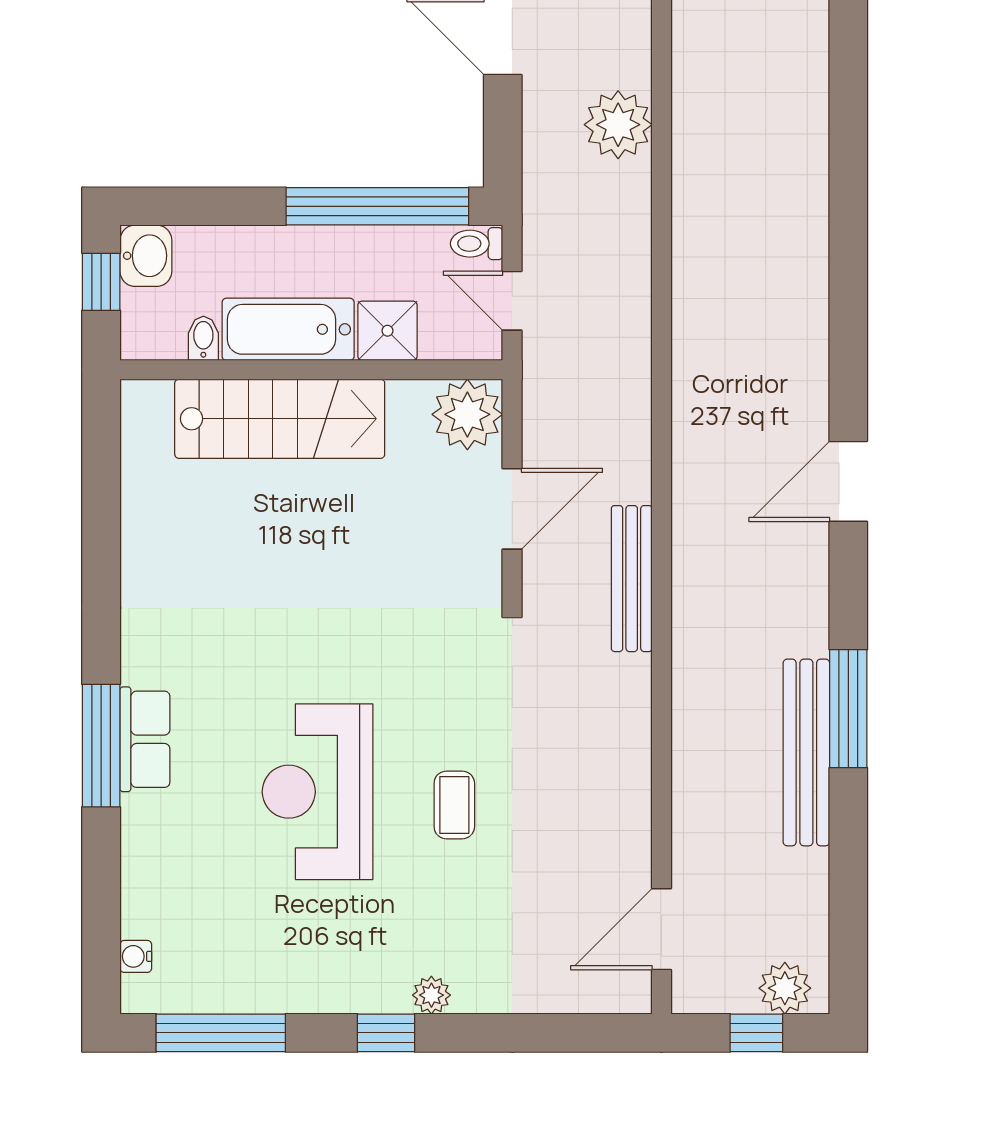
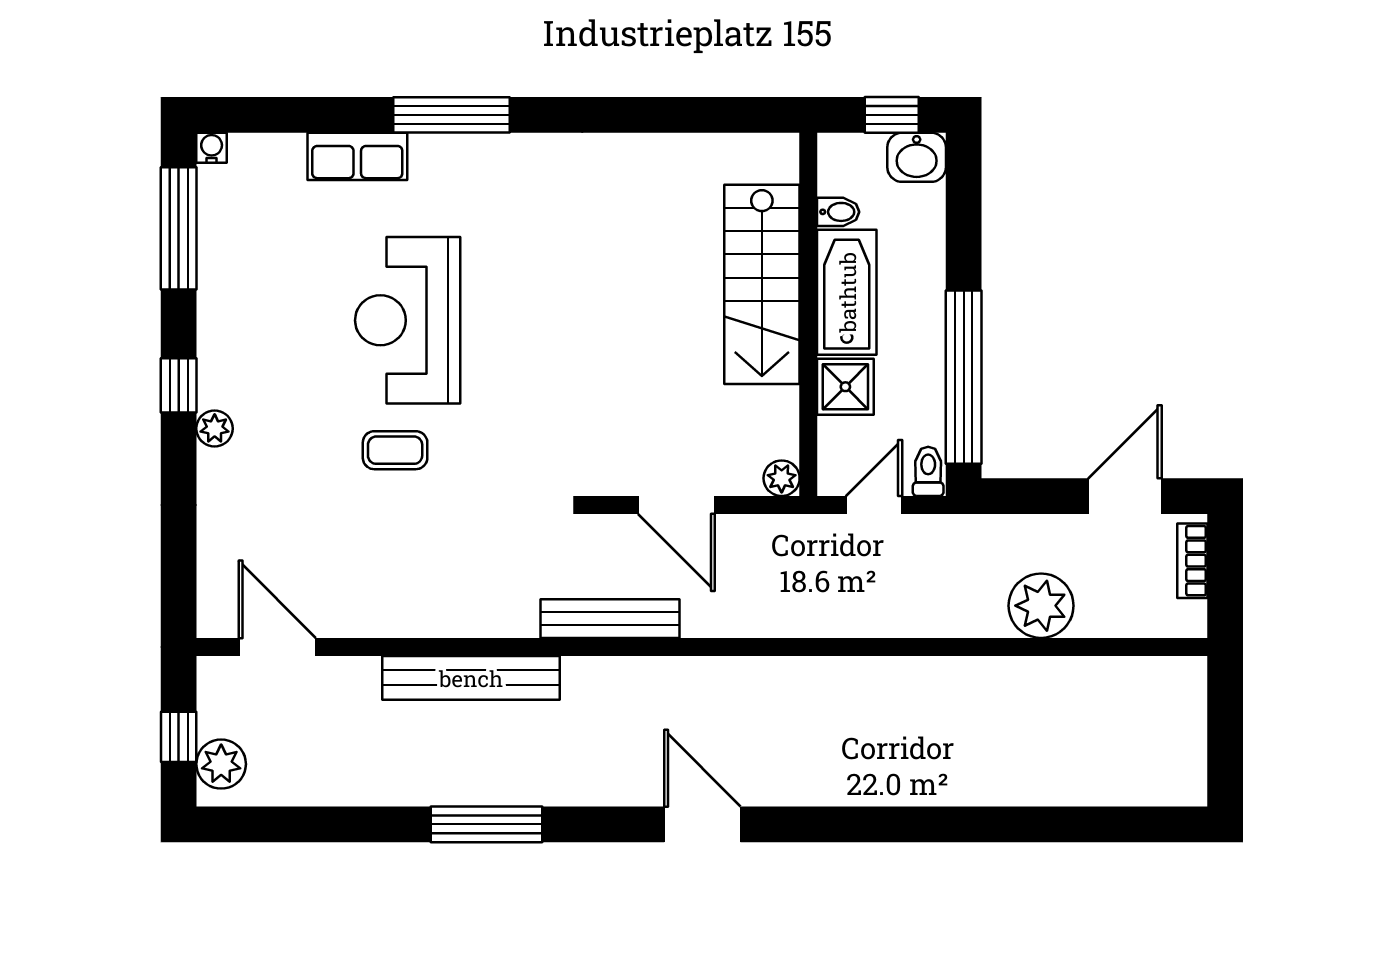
plant: (467, 414) -> (782, 478), width x0.53, depth x0.53
row of seats: (145, 739) -> (357, 156), moved
bench: (806, 752) -> (471, 678), moved
reception desk: (318, 792) -> (408, 320), turned -90
water cooler: (136, 956) -> (212, 148), moved

